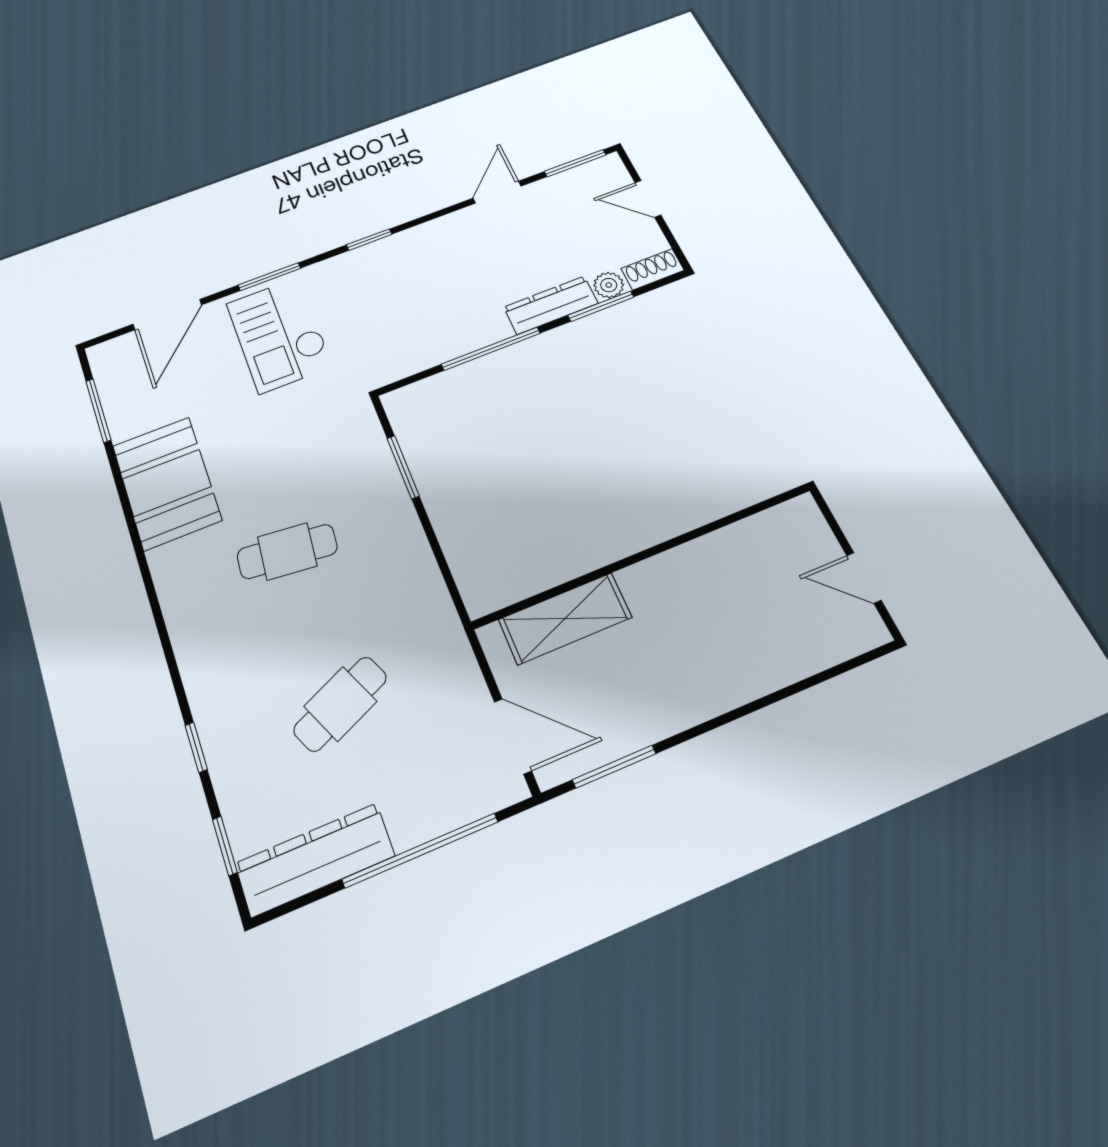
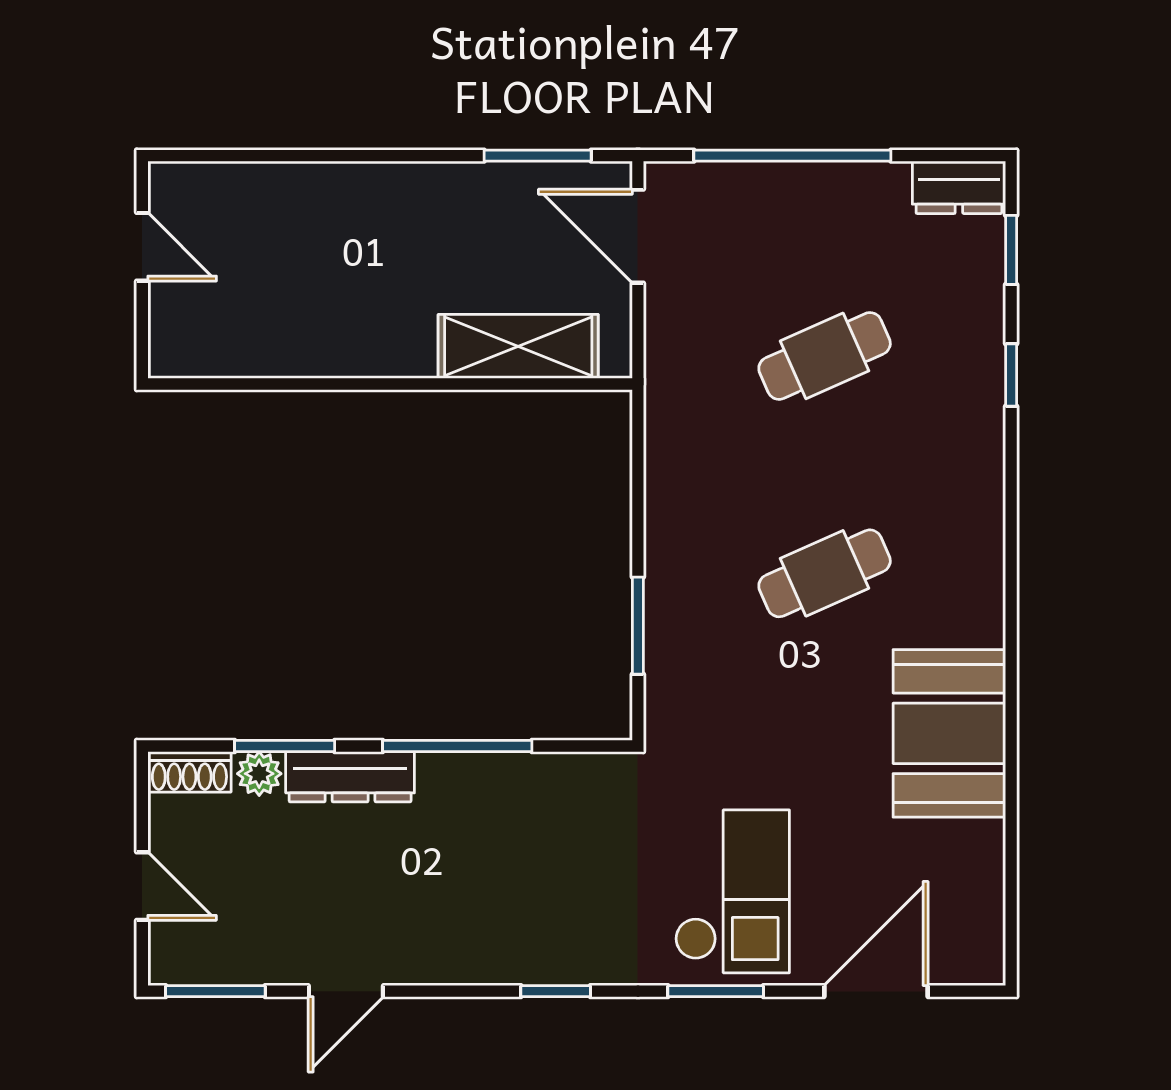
window: (98, 410) -> (1011, 880), removed
cafe table: (287, 551) -> (825, 573), turned -30
dresser: (315, 860) -> (959, 187), width x0.51, depth x0.80

